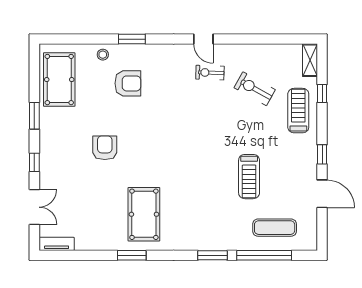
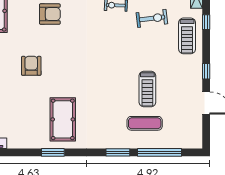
exercise bike: (255, 89) -> (152, 18), turned 144
treadmill: (298, 111) -> (187, 36), turned 180
exercise mat: (275, 228) -> (145, 123), moved

